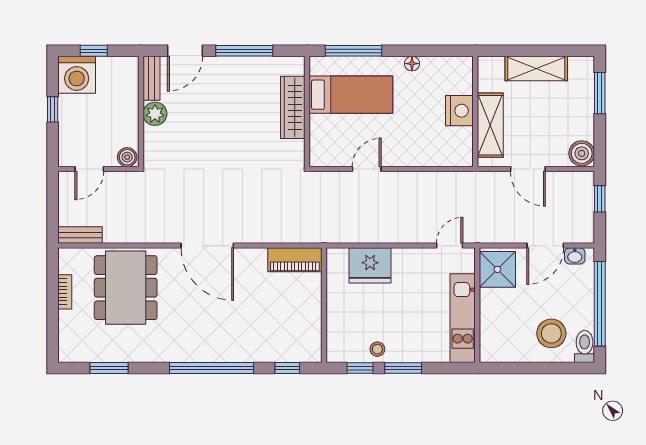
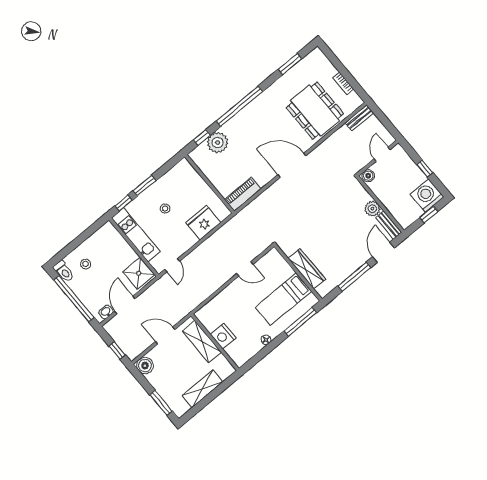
door: (367, 169) -> (245, 269), hinge flipped
stool: (551, 333) -> (86, 264), width x0.53, depth x0.53
plant: (273, 347) -> (218, 143), added
stool: (377, 349) -> (165, 209), moved
window: (360, 368) -> (124, 203), moved

